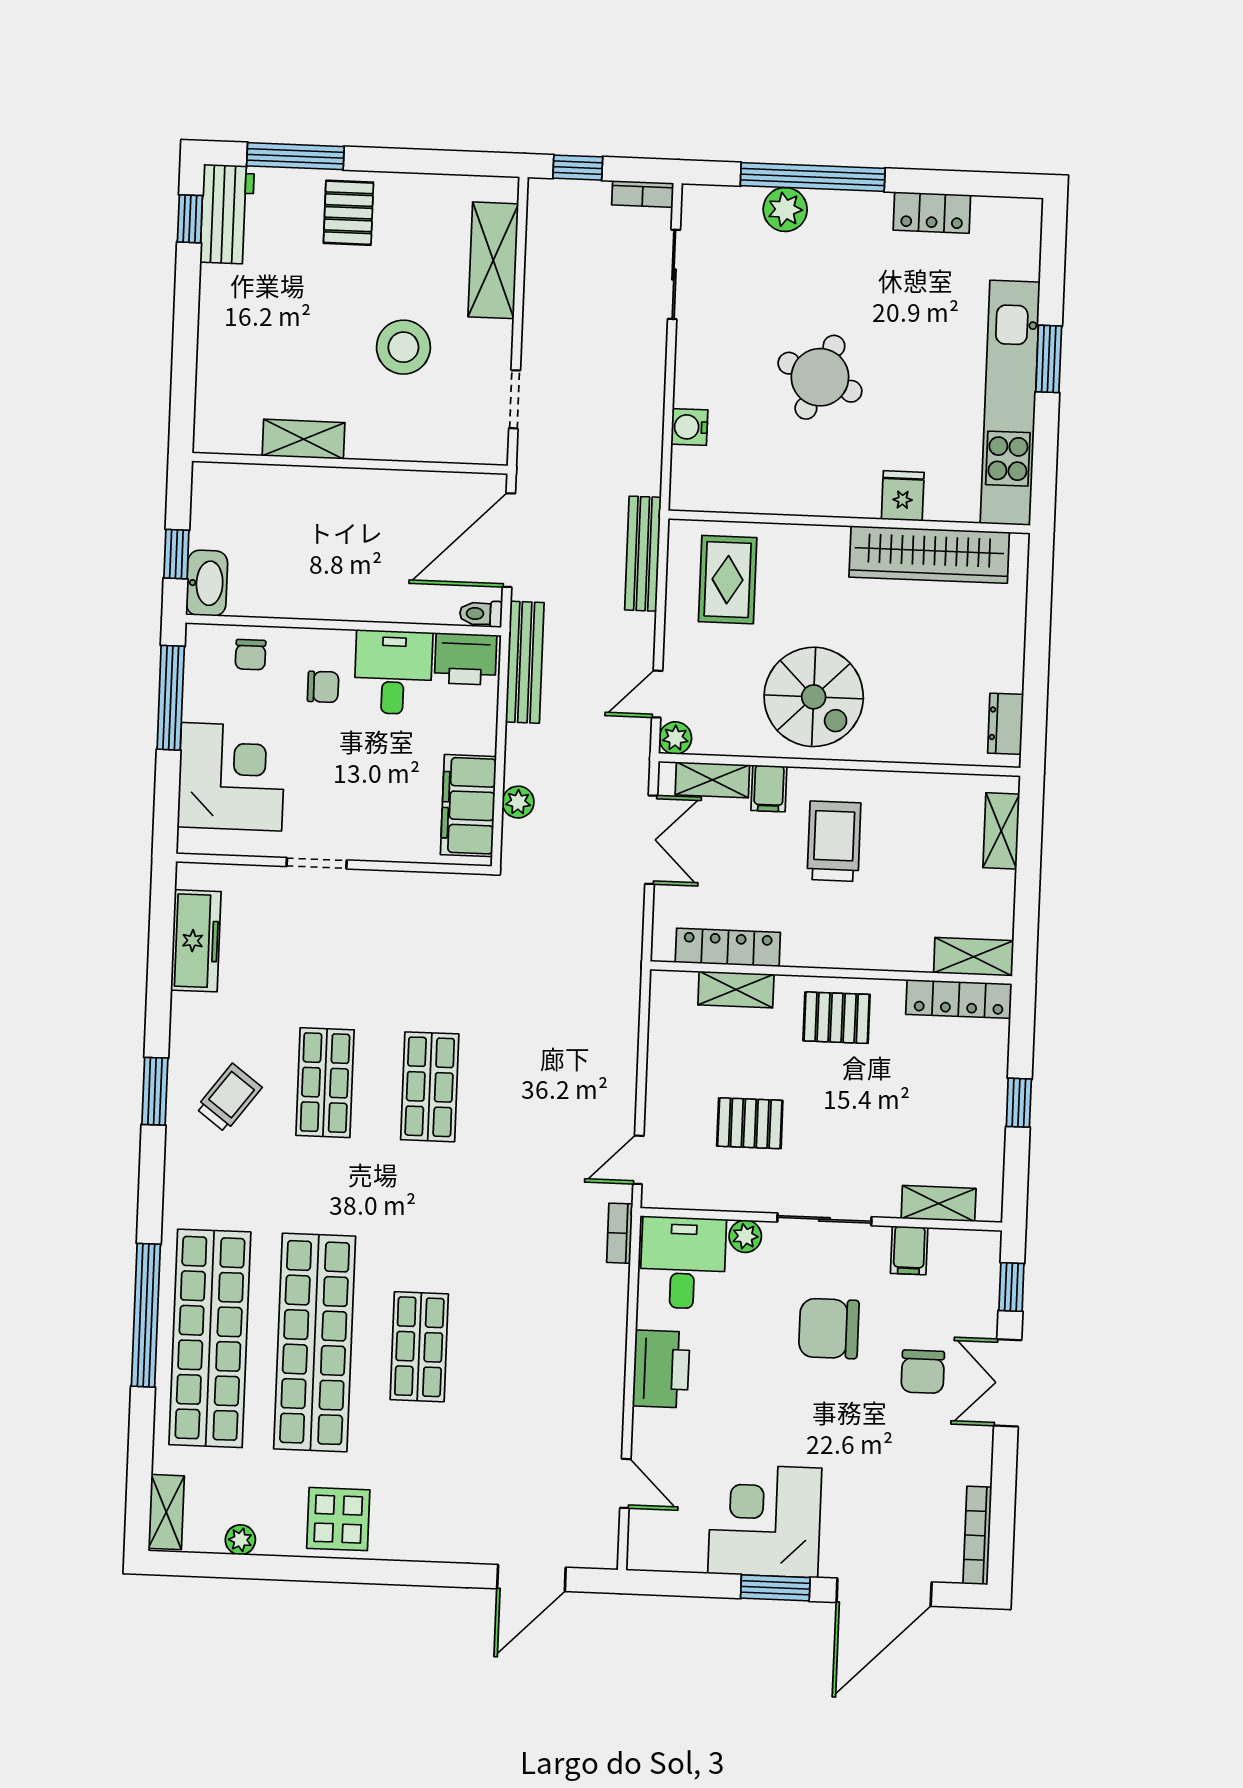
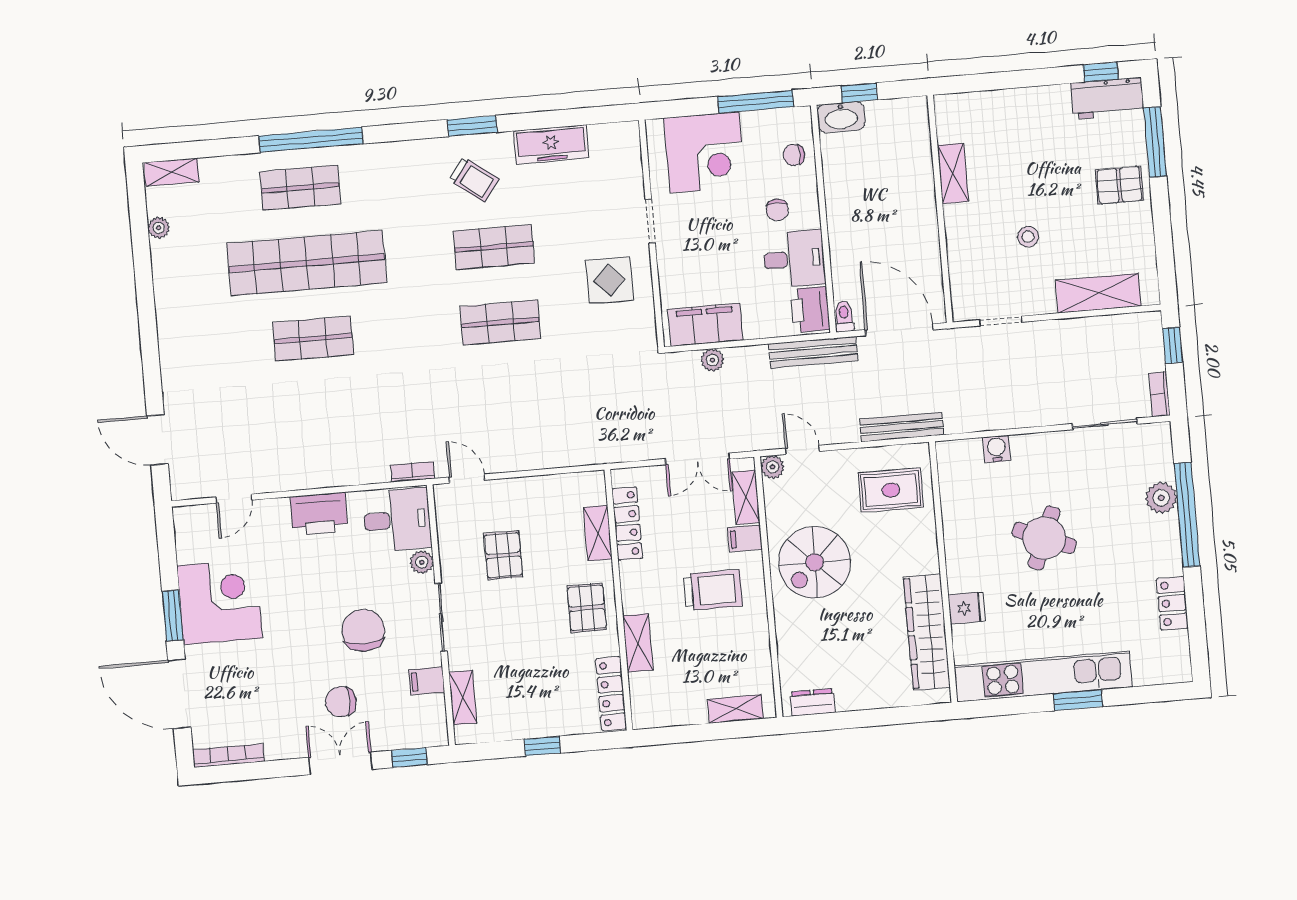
stool: (403, 347) -> (1028, 237), width x0.53, depth x0.53
freezer: (196, 941) -> (551, 144), moved
shelving: (974, 957) -> (638, 643), moved
shop shelf: (210, 1338) -> (300, 188), width x0.50, depth x0.74
display table: (338, 1519) -> (610, 280), moved

